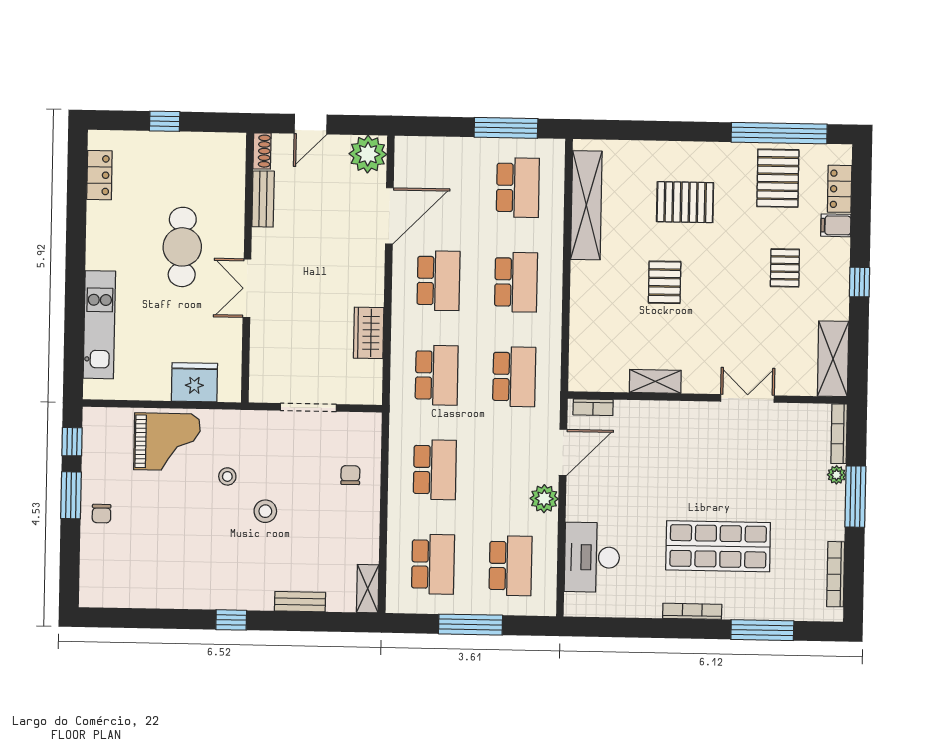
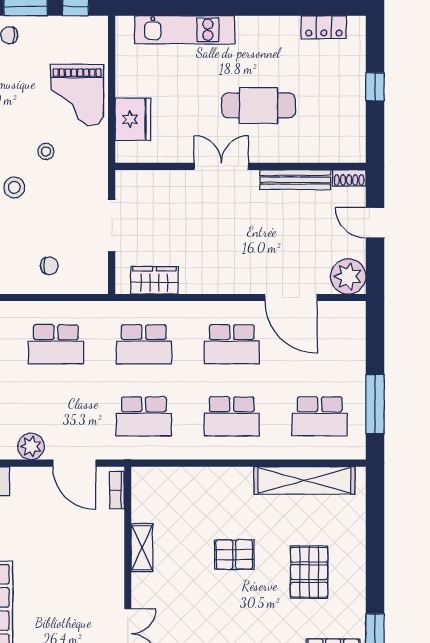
bench: (263, 199) -> (295, 180), width x1.36
wardrobe: (369, 333) -> (154, 280), moved

